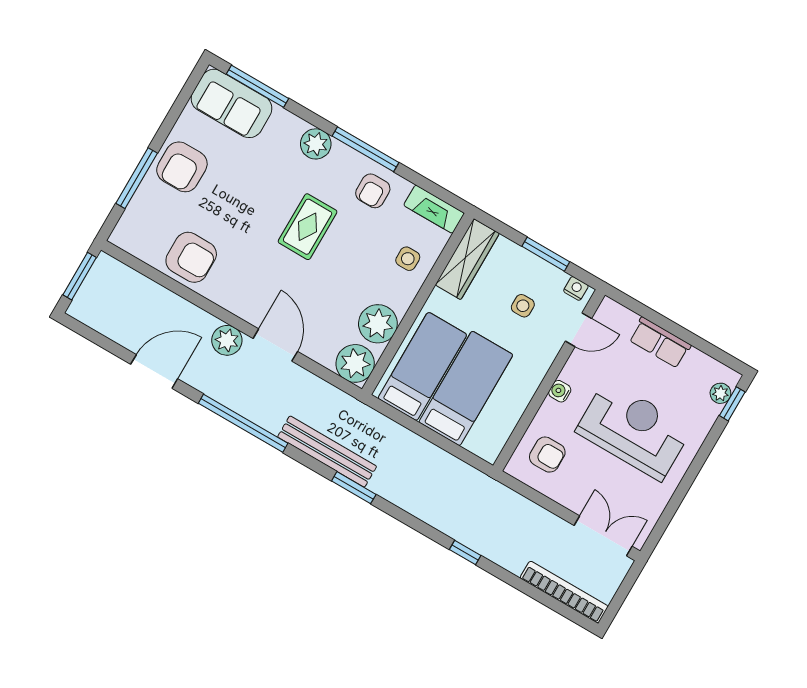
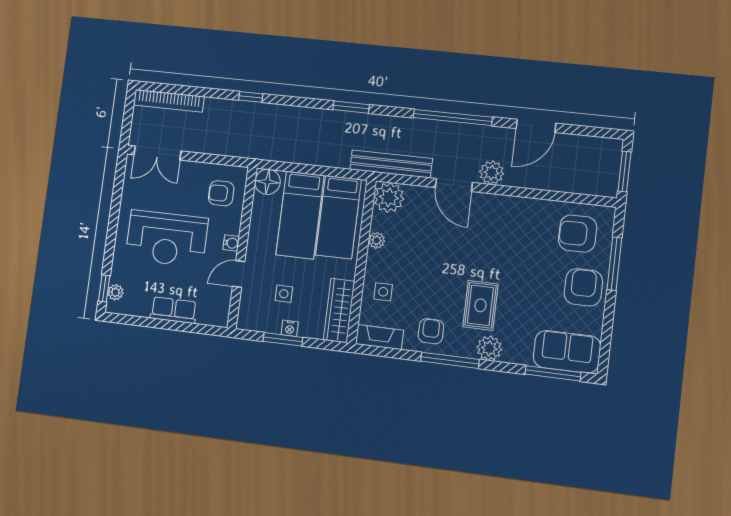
rug: (308, 227) -> (480, 305), moved
armchair: (191, 257) -> (578, 234), moved
nightstand: (576, 288) -> (290, 328), moved
plant: (378, 324) -> (377, 240), width x0.53, depth x0.53
door: (578, 330) -> (239, 274), moved
floor lamp: (487, 444) -> (267, 182), added
bench: (327, 452) -> (391, 164), moved

